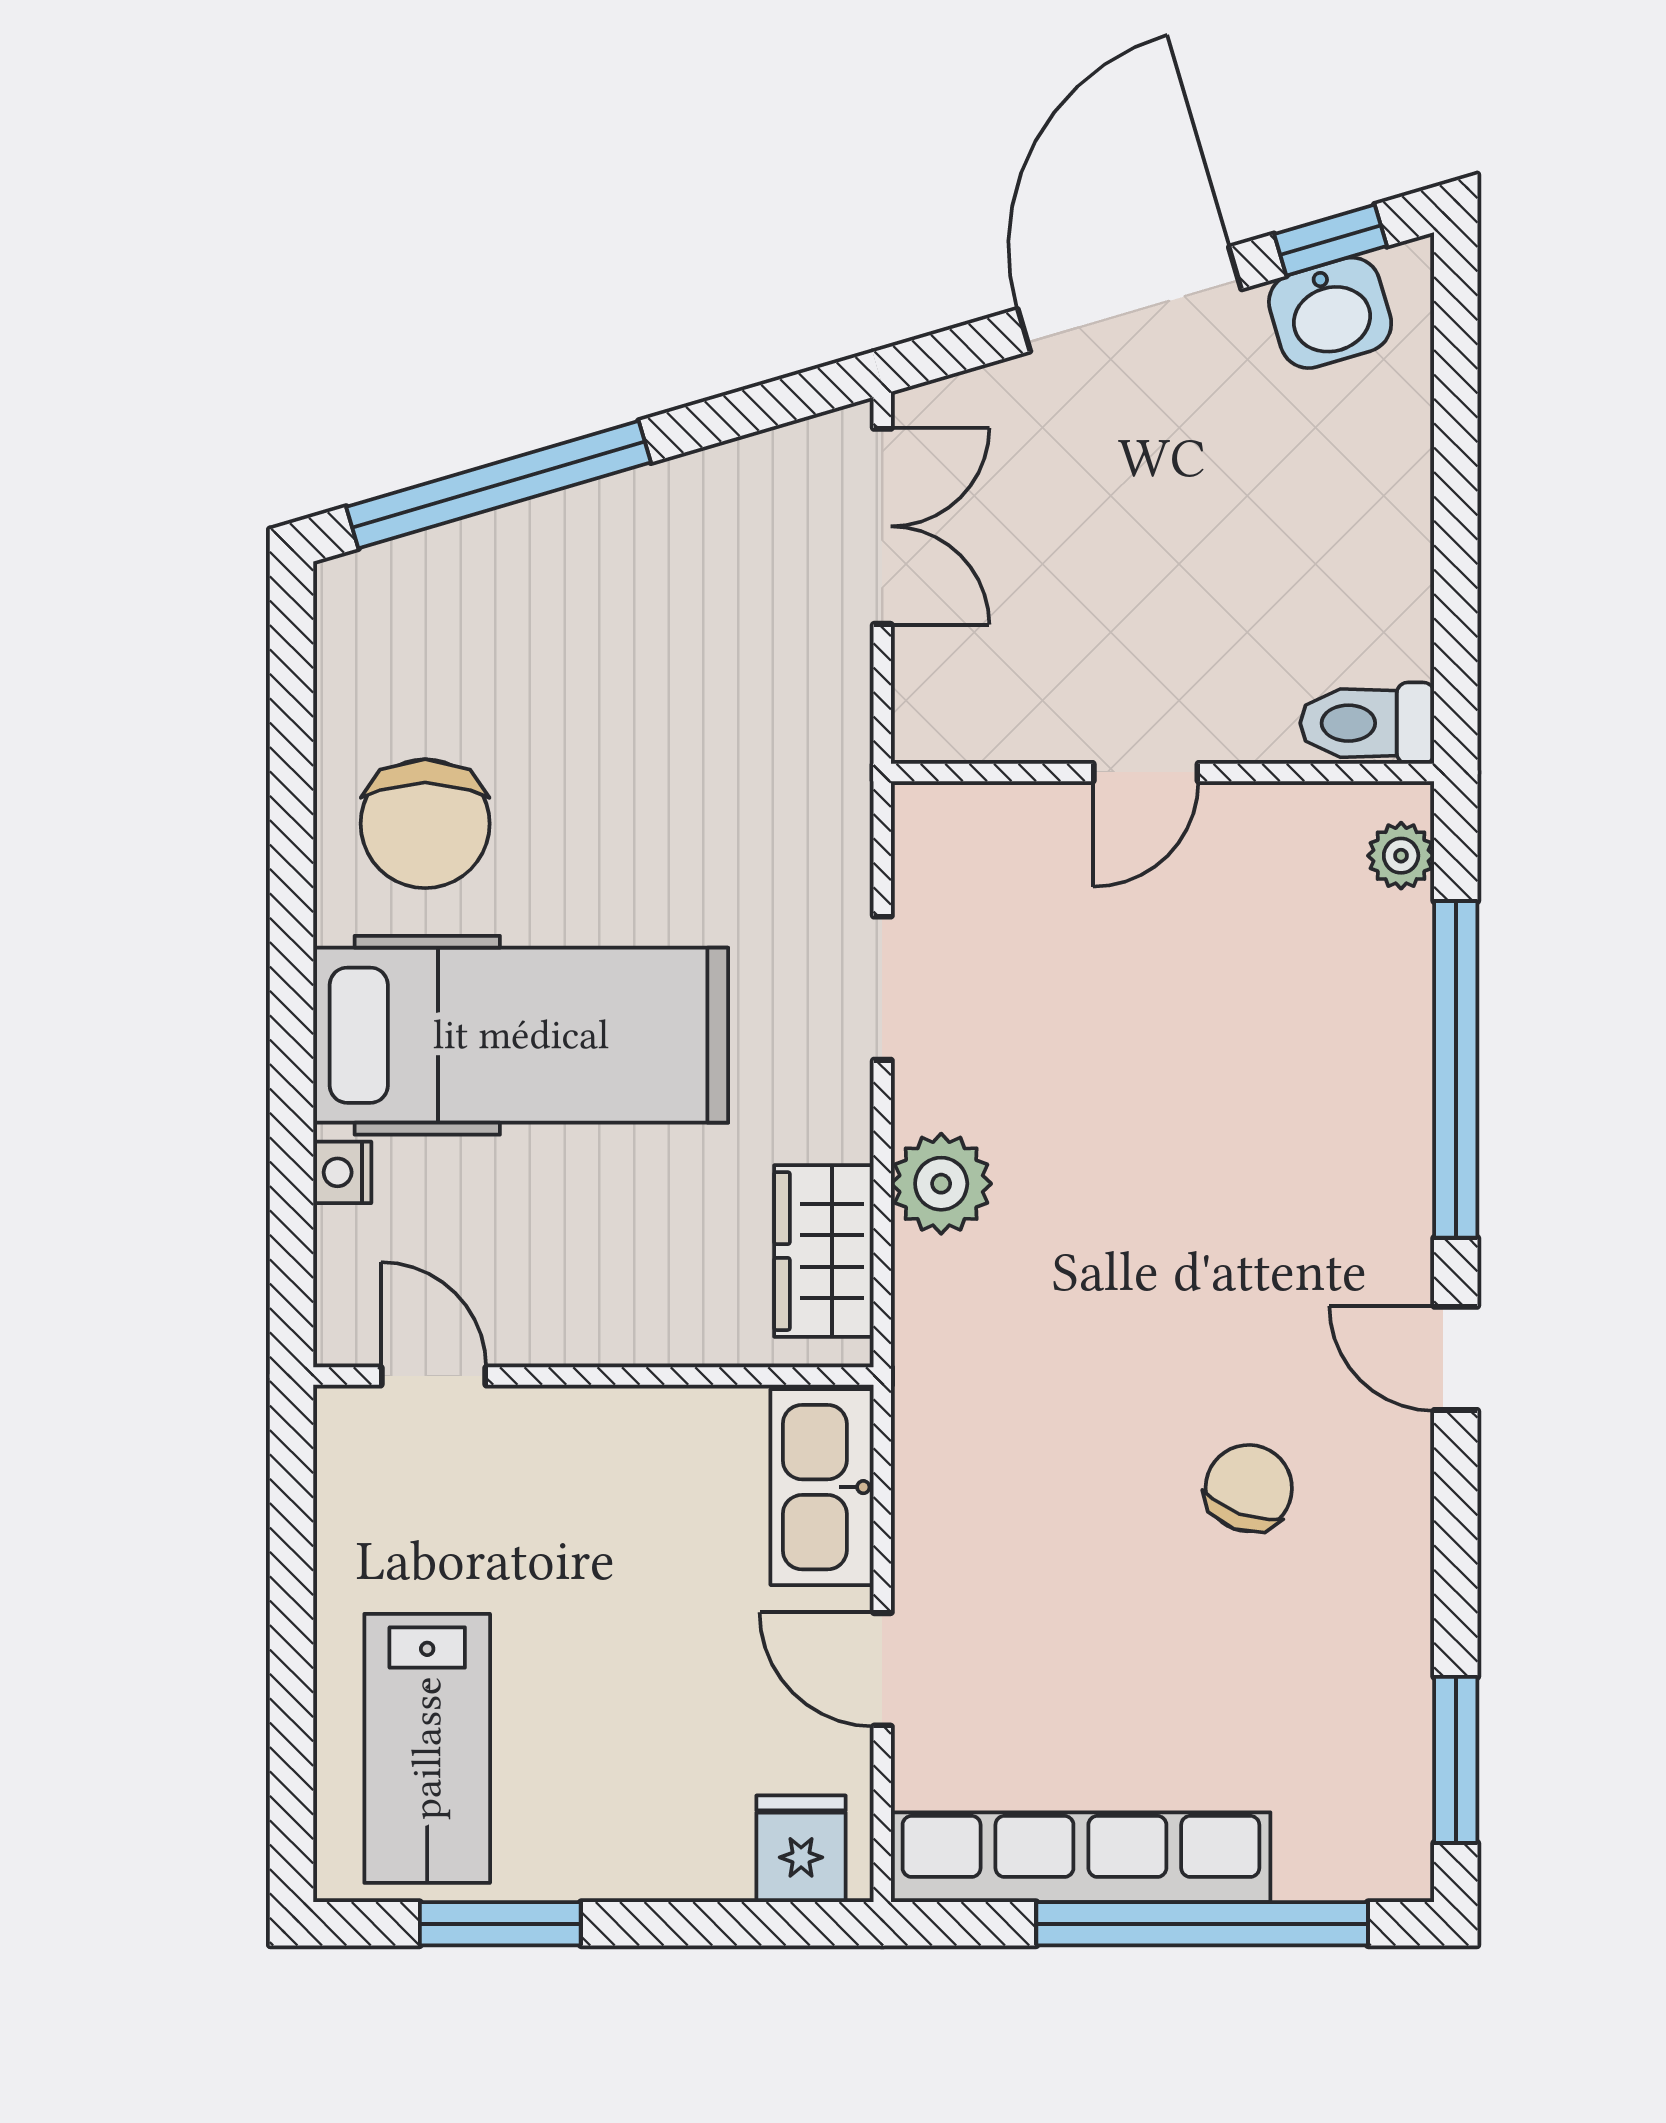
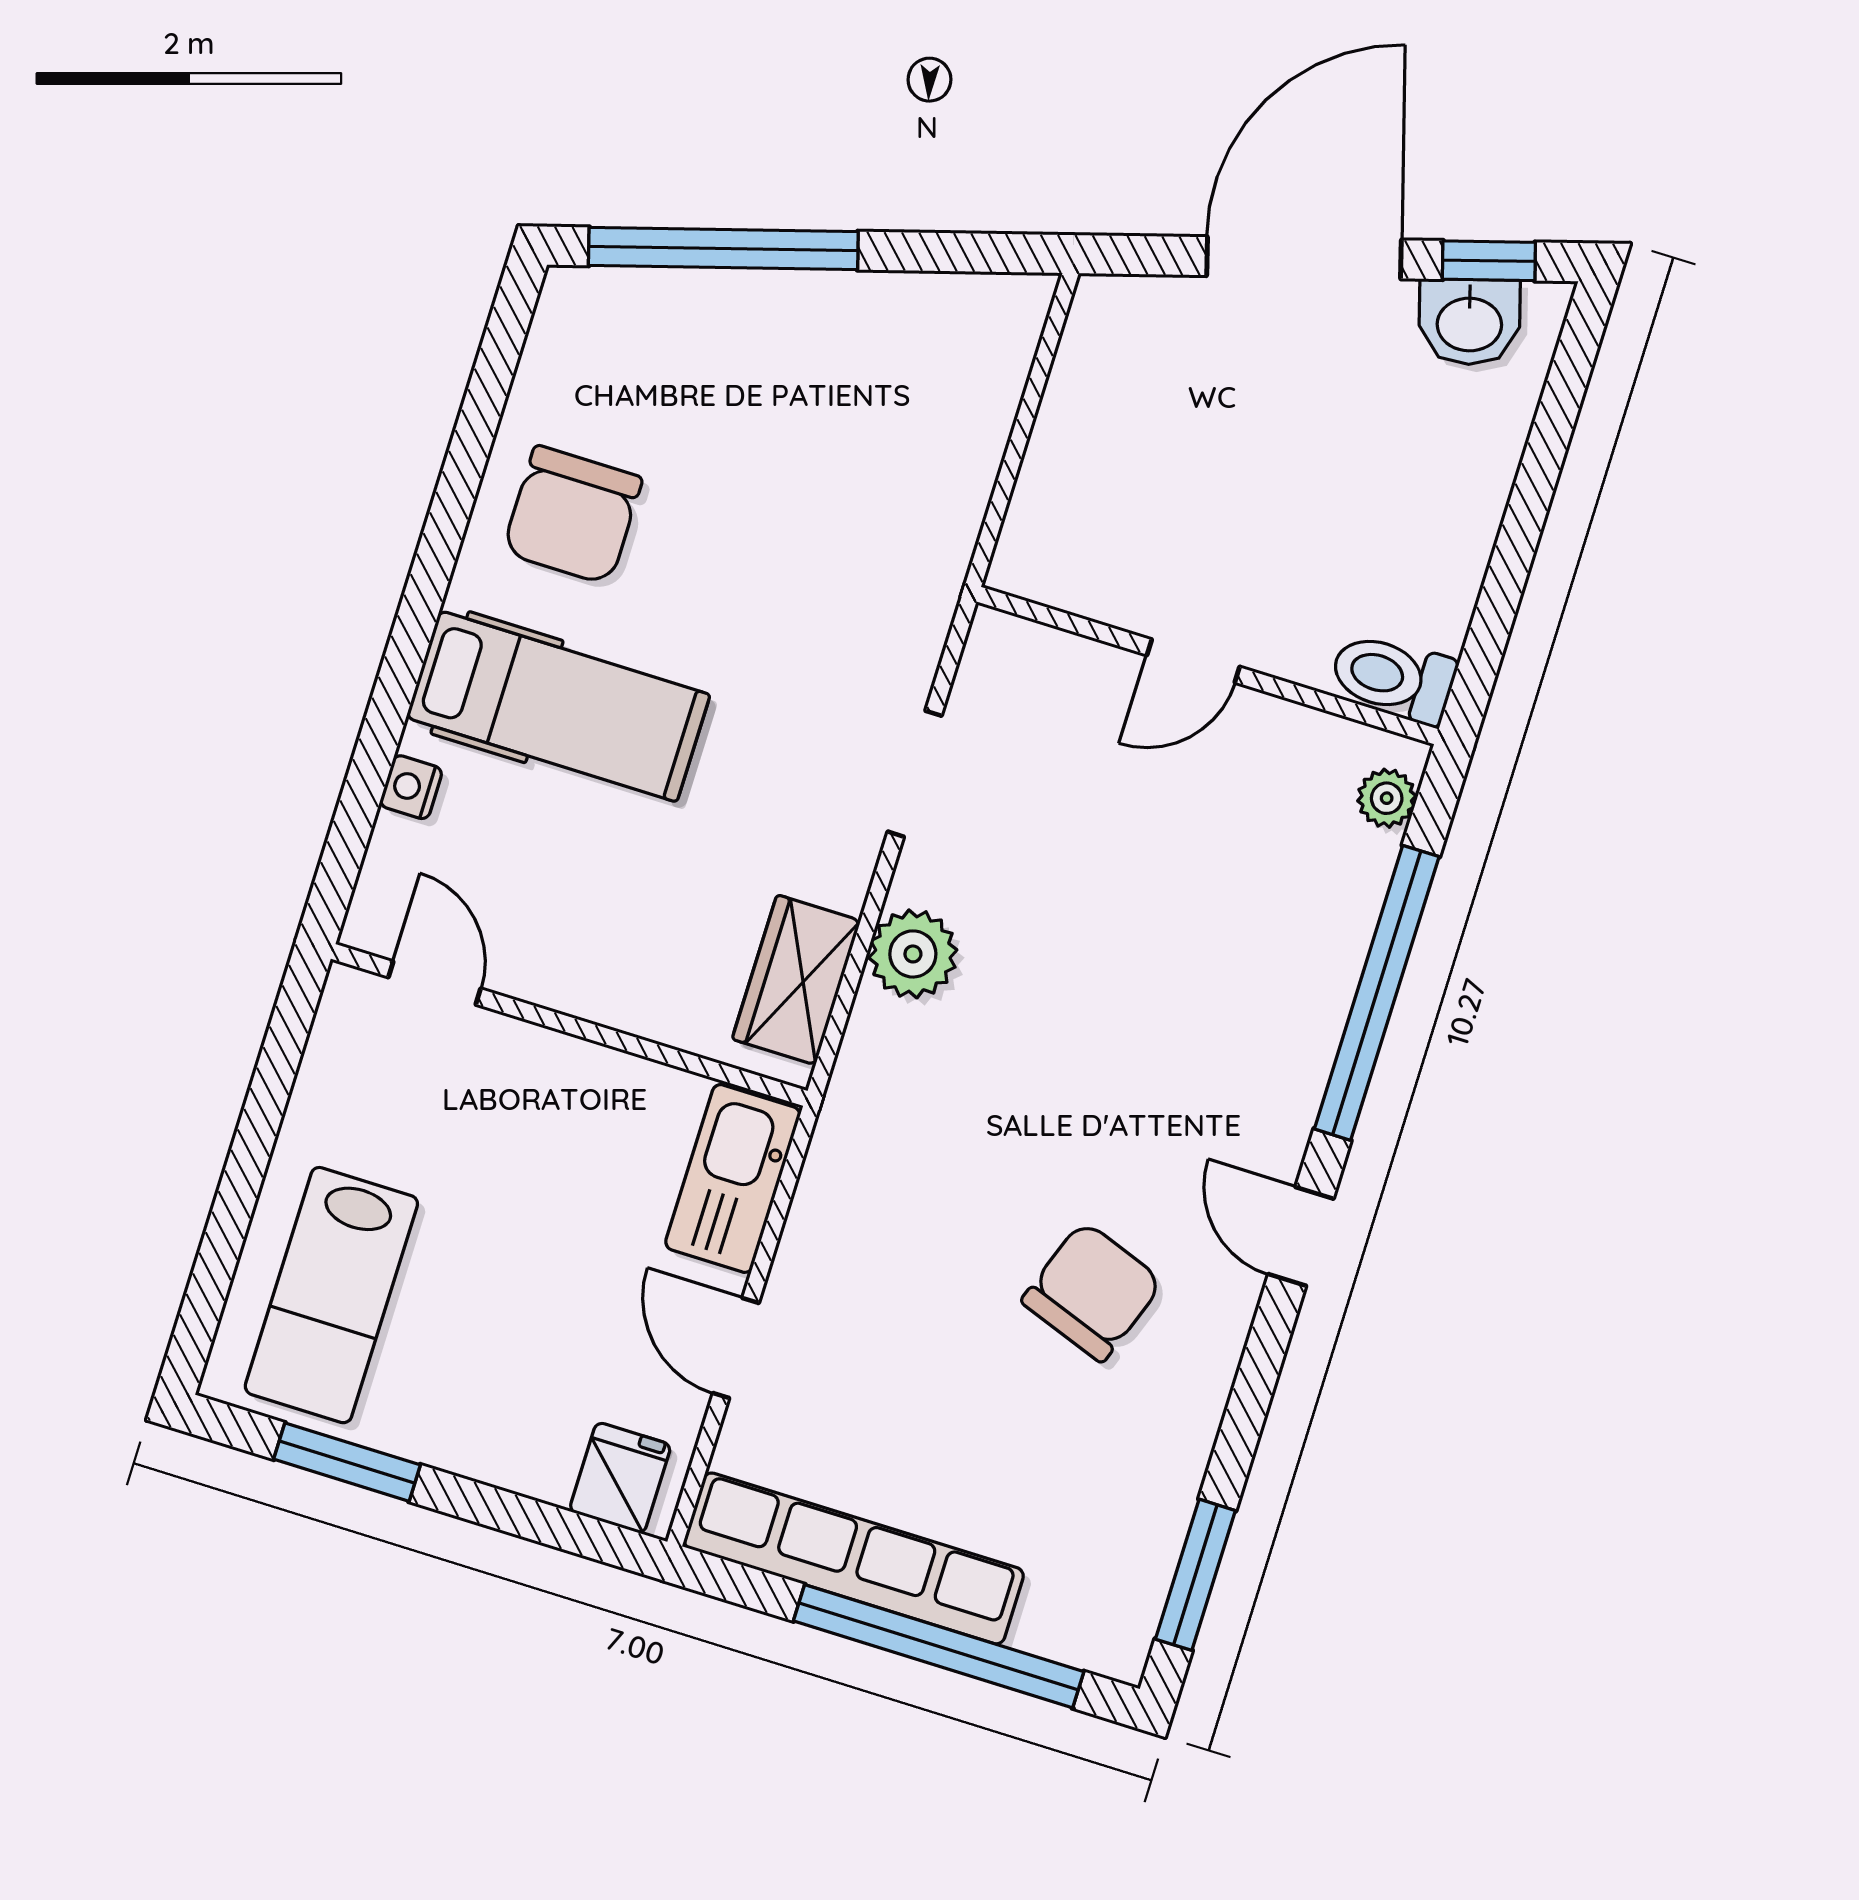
double door: (882, 526) -> (1036, 384), removed
hospital bed: (521, 1035) -> (558, 706), width x0.73, depth x0.78
chair: (1249, 1488) -> (1092, 1291), width x1.37, depth x1.37

